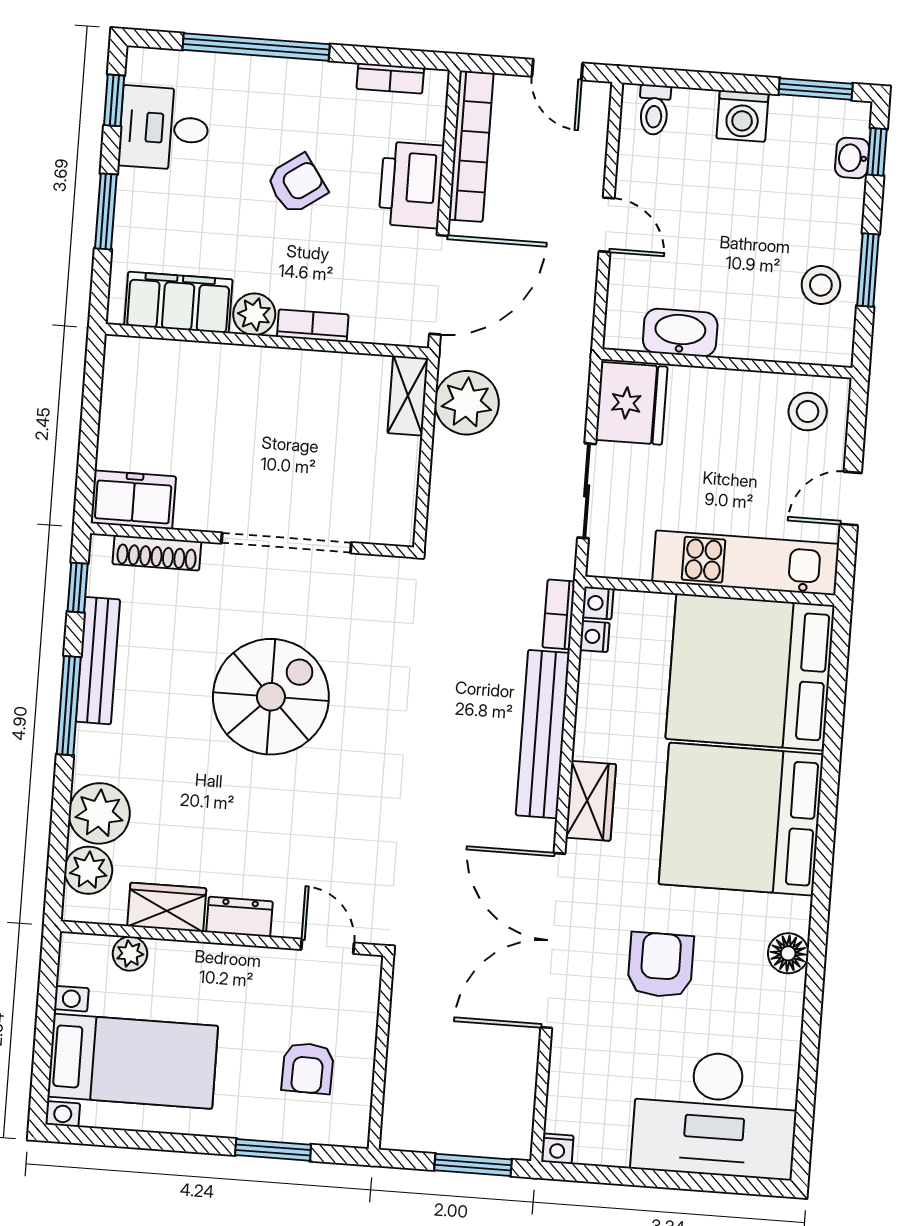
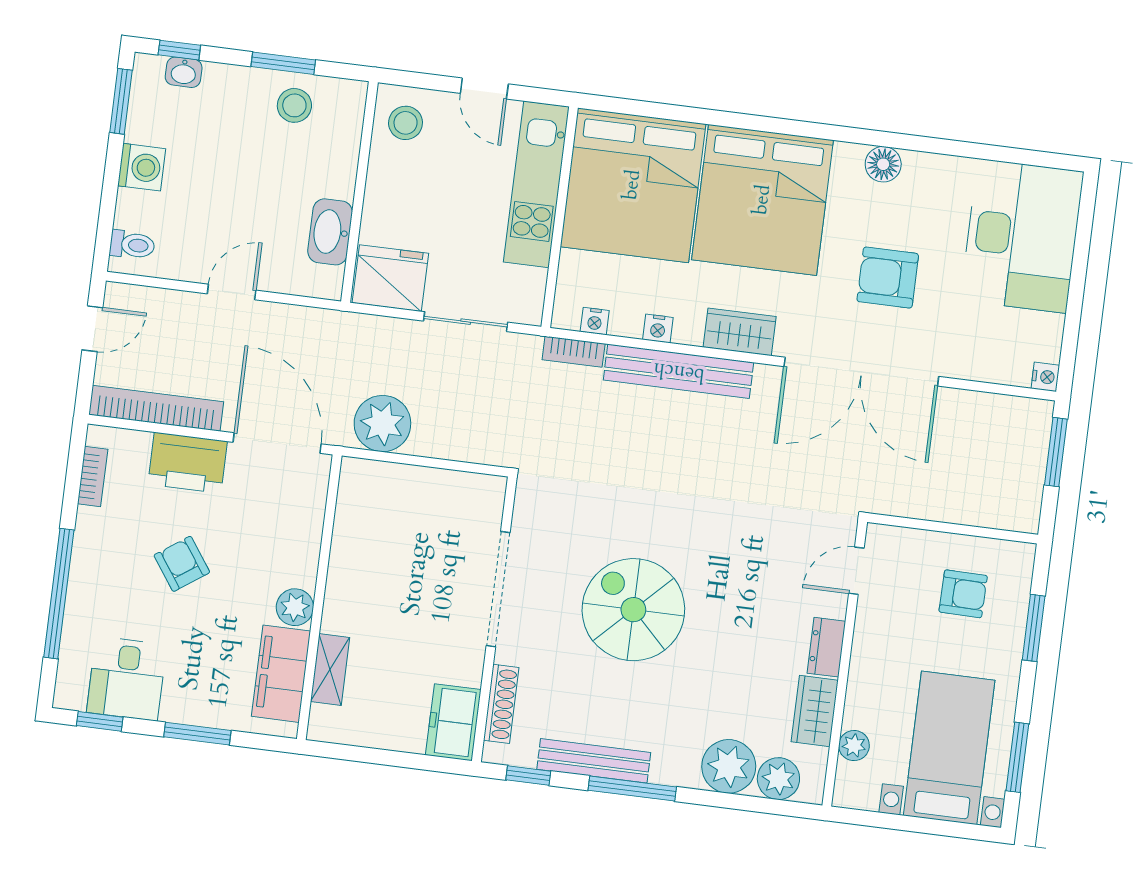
bookcase: (313, 326) -> (308, 556), removed
shelving: (408, 396) -> (330, 670), moved, turned 90
nightstand: (598, 603) -> (658, 328), moved
window: (126, 1139) -> (1017, 757), added

